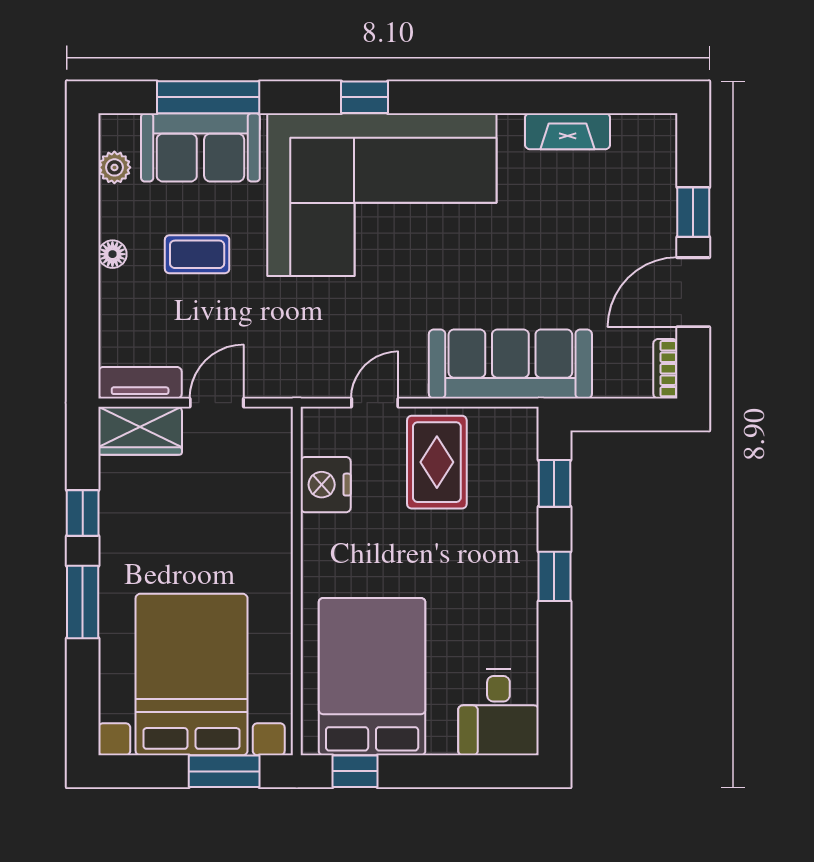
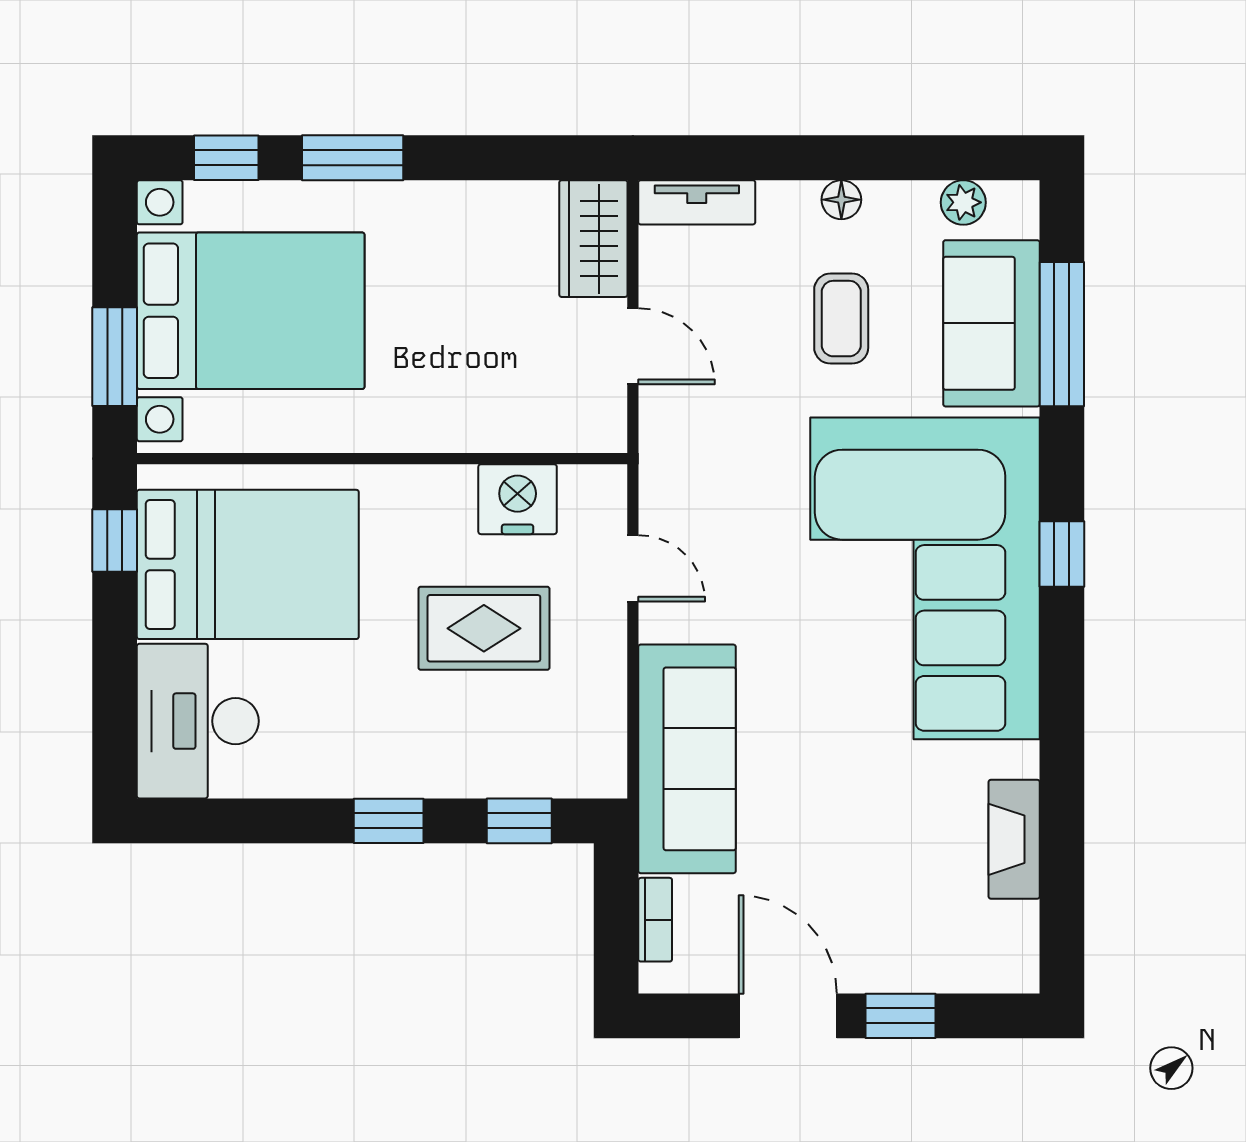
bookcase: (665, 369) -> (655, 920), moved, turned 90
tv unit: (140, 383) -> (697, 202), moved, turned 90
rug: (437, 462) -> (484, 628), moved
window: (83, 513) -> (226, 158), moved
desk: (498, 712) -> (198, 721), width x1.37

